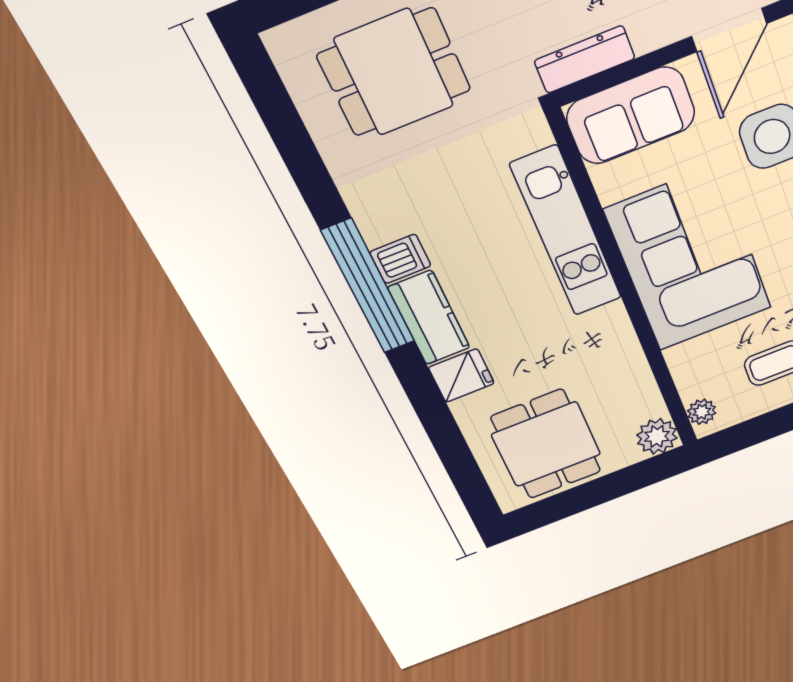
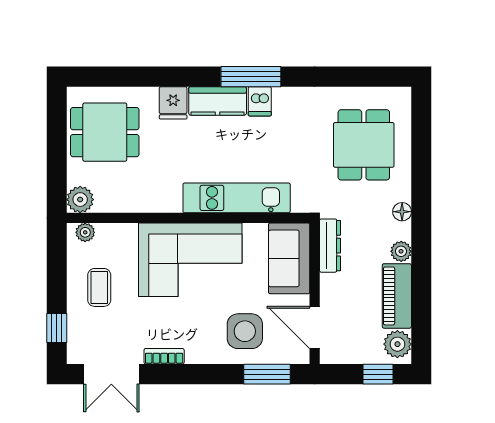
window: (368, 287) -> (251, 77), width x0.68

